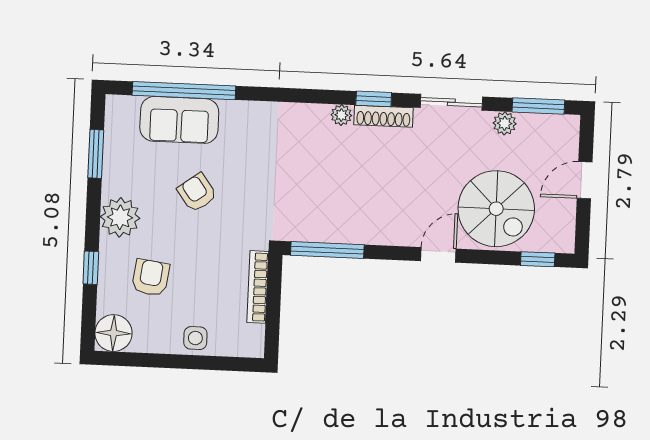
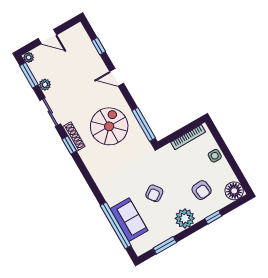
plant: (341, 115) -> (29, 57), moved
spiral stairs: (496, 209) -> (109, 126), moved
window: (538, 259) -> (99, 46), moved
armchair: (151, 278) -> (202, 190), turned -105
bookcase: (258, 287) -> (188, 137), moved

